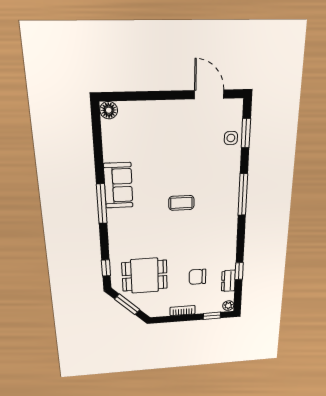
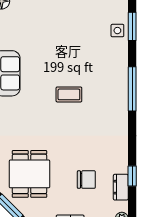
dining table: (145, 276) -> (29, 174), turned 90
chair: (197, 277) -> (86, 180), turned 180

